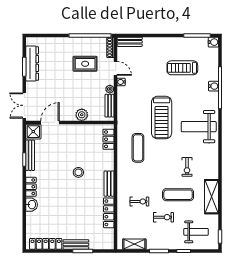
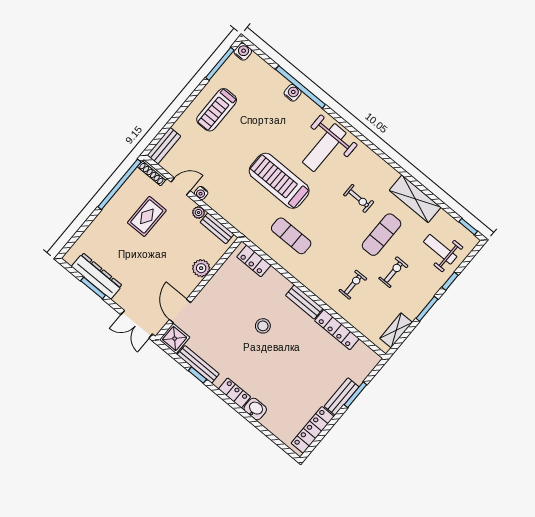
treadmill: (182, 68) -> (217, 110), moved
treadmill: (162, 117) -> (279, 181), turned 180
weight bench: (196, 232) -> (440, 249), turned -90

